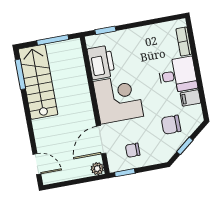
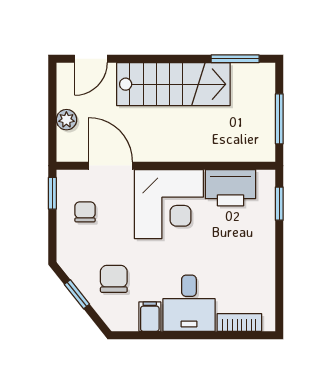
stairs: (38, 82) -> (173, 84), moved
plant: (97, 169) -> (66, 120), moved

